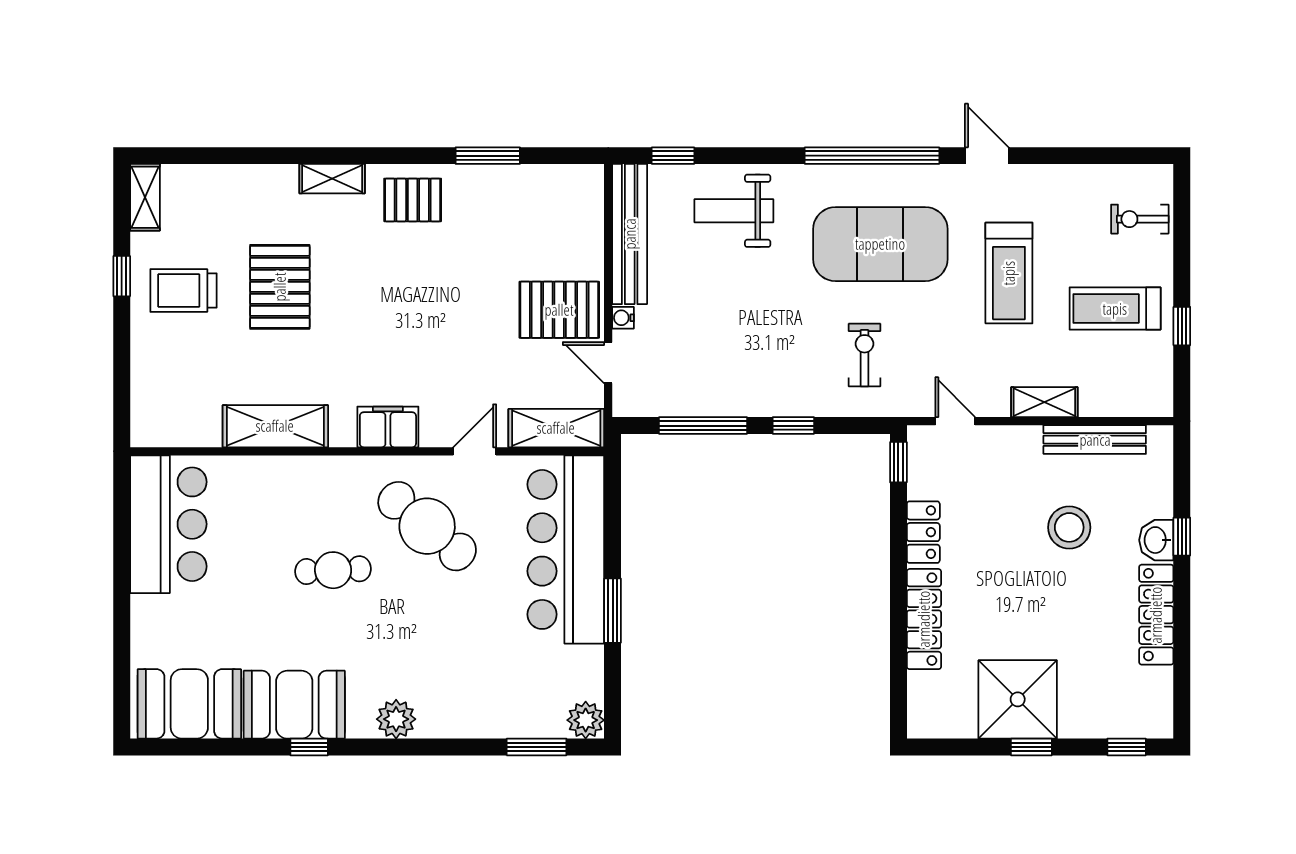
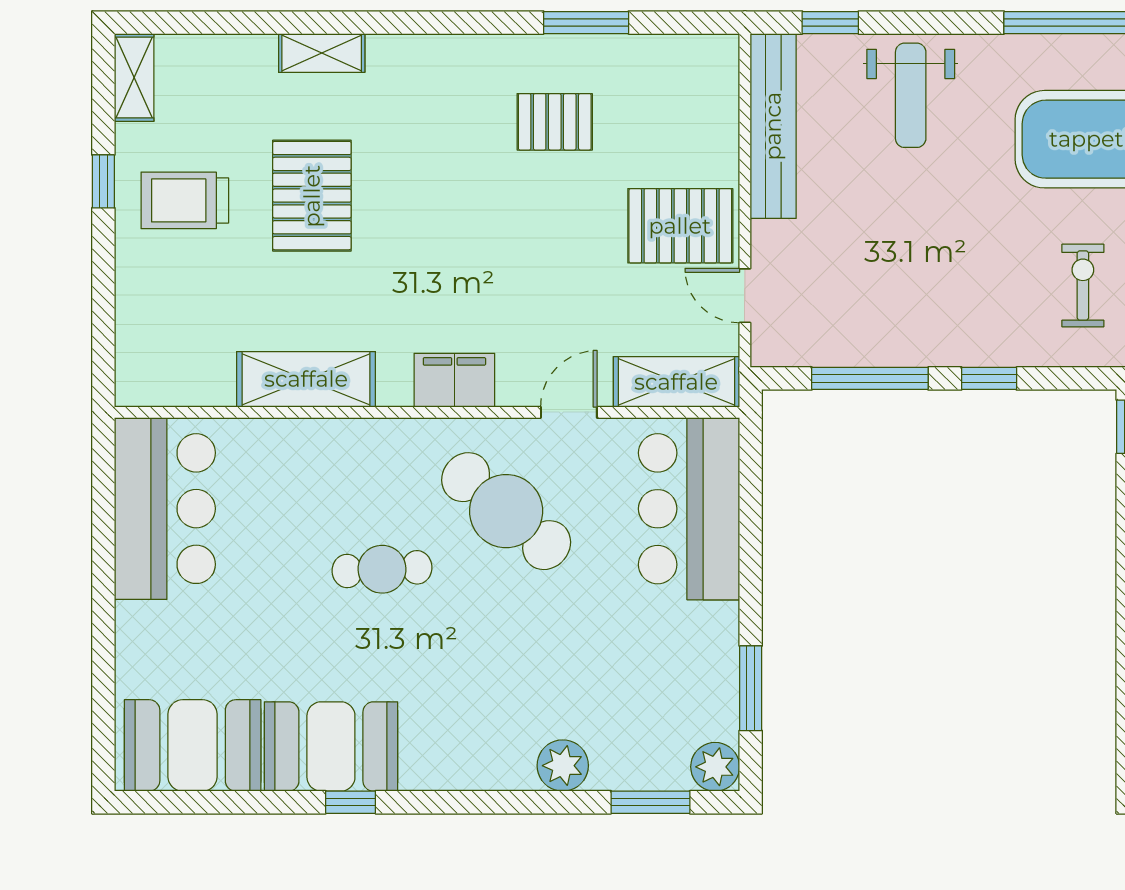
shelving: (332, 179) -> (322, 53), moved
pallet: (413, 200) -> (555, 122), moved
weight bench: (734, 211) -> (911, 95), turned -90
water cooler: (623, 318) -> (765, 236), removed
bar counter: (566, 549) -> (689, 509), width x0.73
window: (613, 611) -> (751, 688), moved
plant: (396, 719) -> (563, 766), moved

